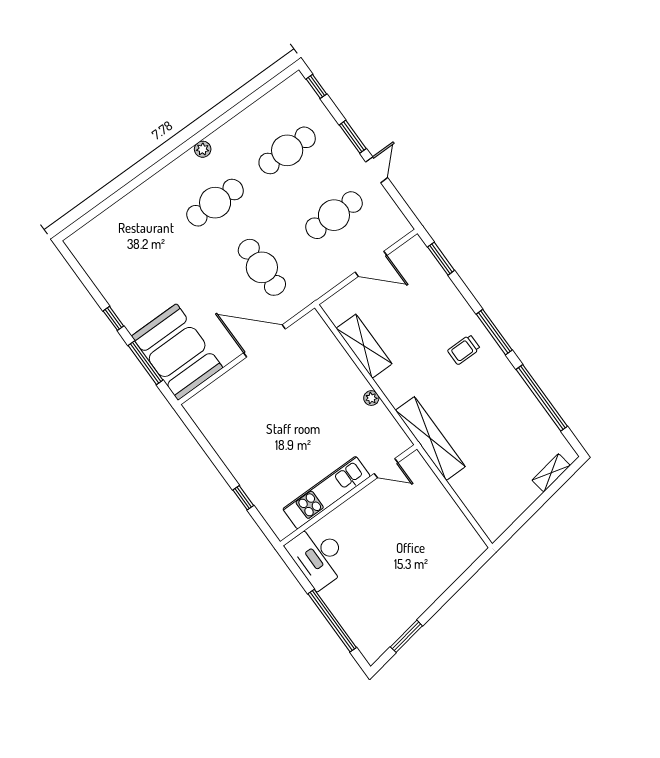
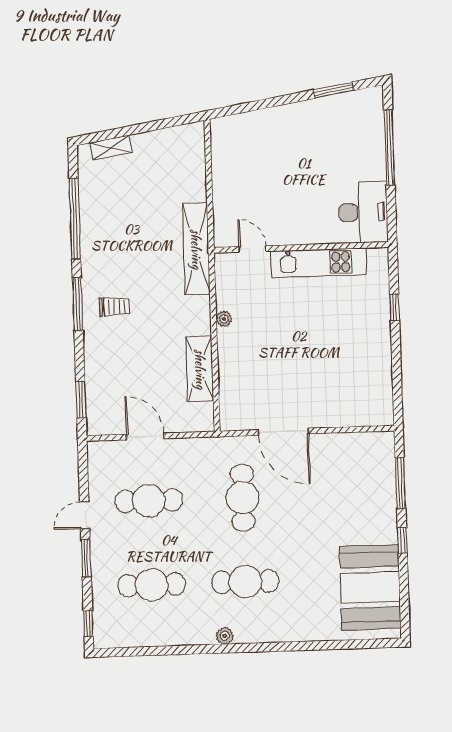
booth: (177, 352) -> (370, 587), moved

